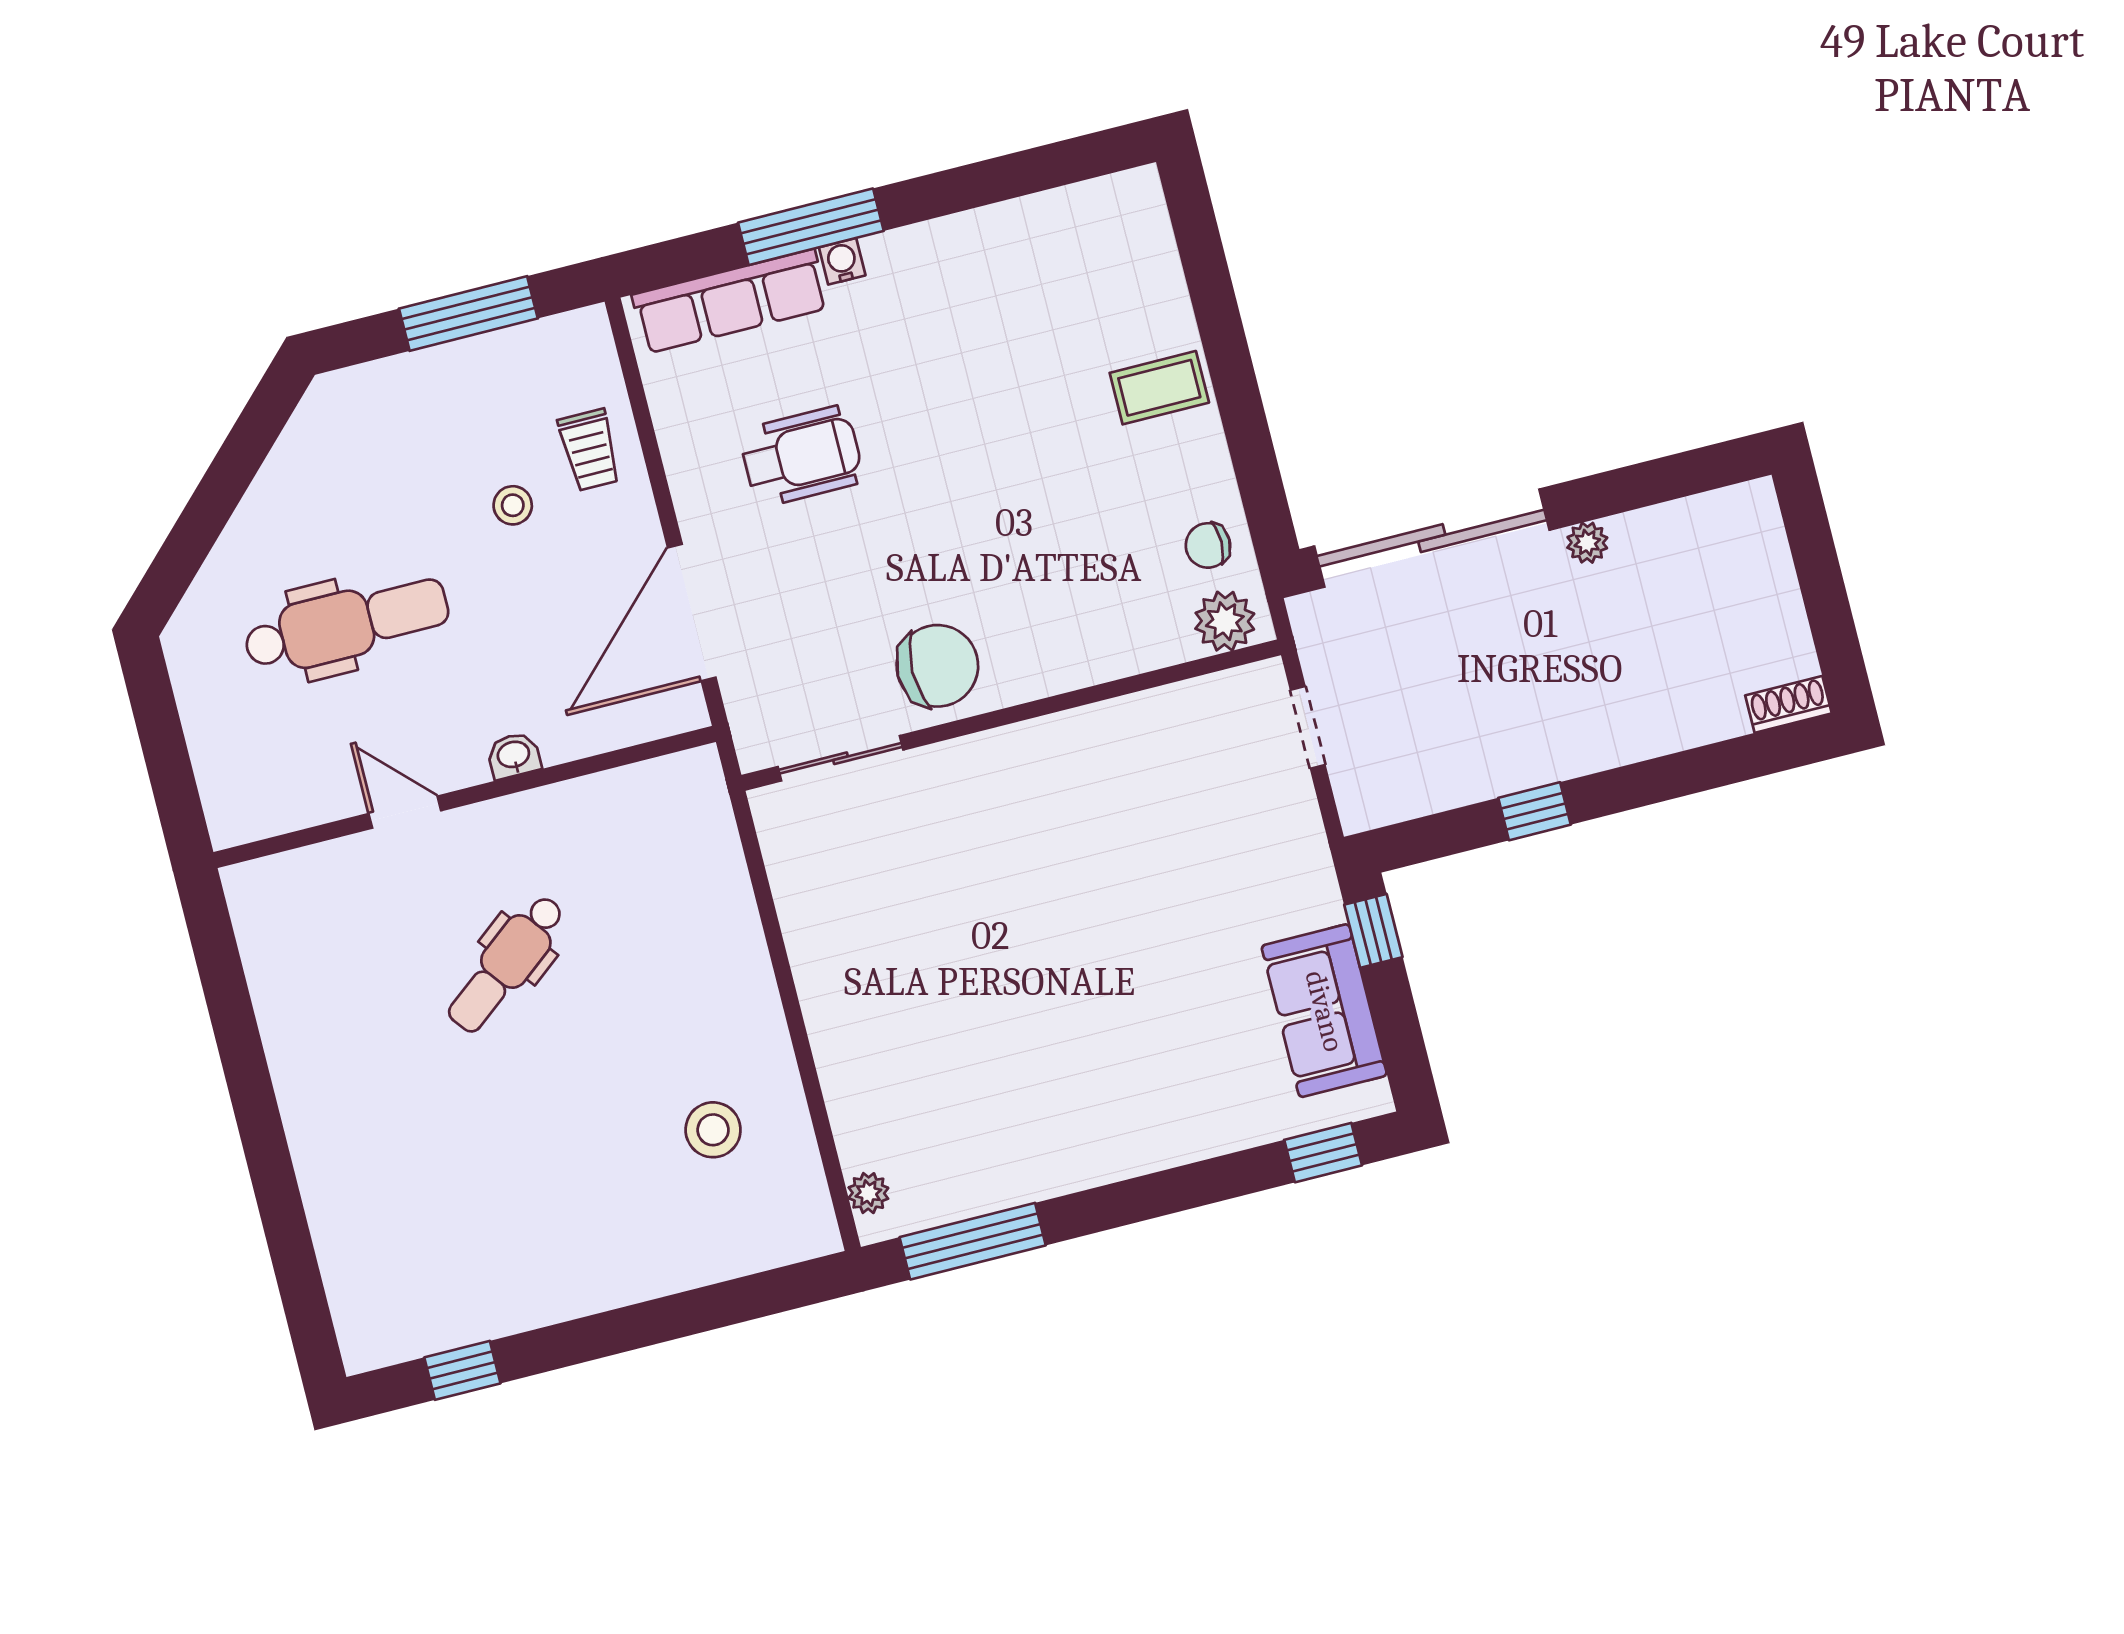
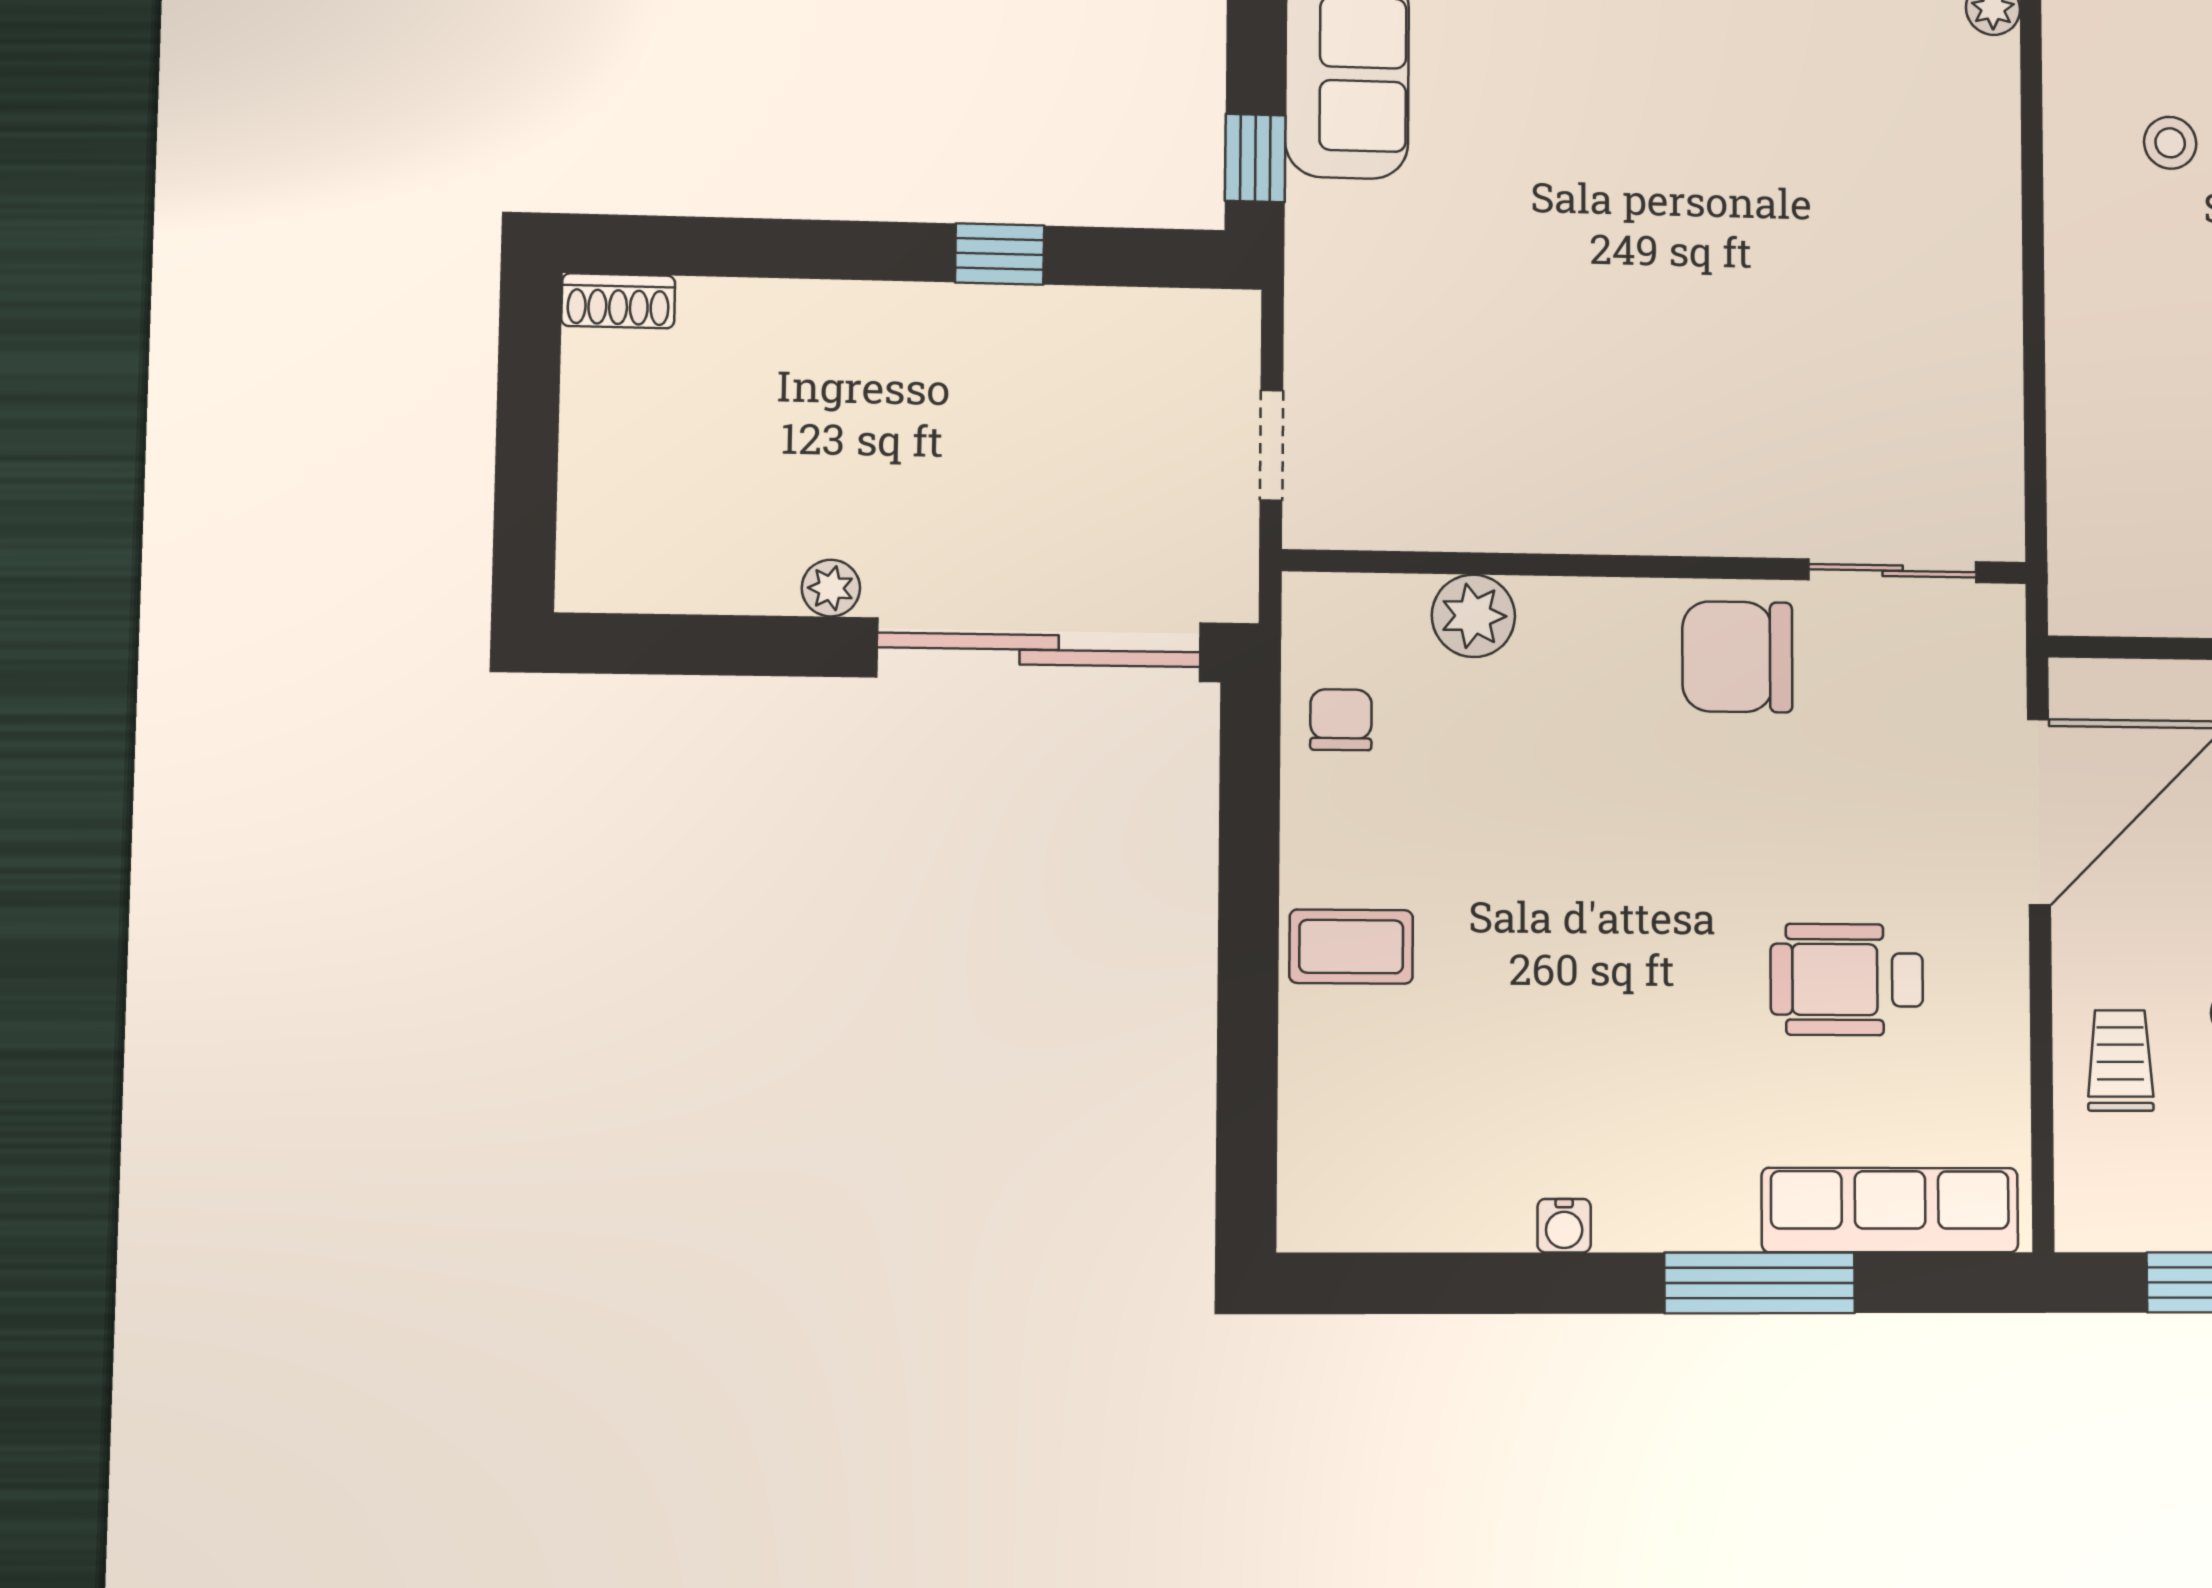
water cooler: (842, 261) -> (1564, 1226), moved
chair: (1208, 545) -> (1341, 720), turned -90
plant: (1225, 621) -> (1473, 616), moved
stool: (713, 1130) -> (2170, 143), width x0.73, depth x0.73

